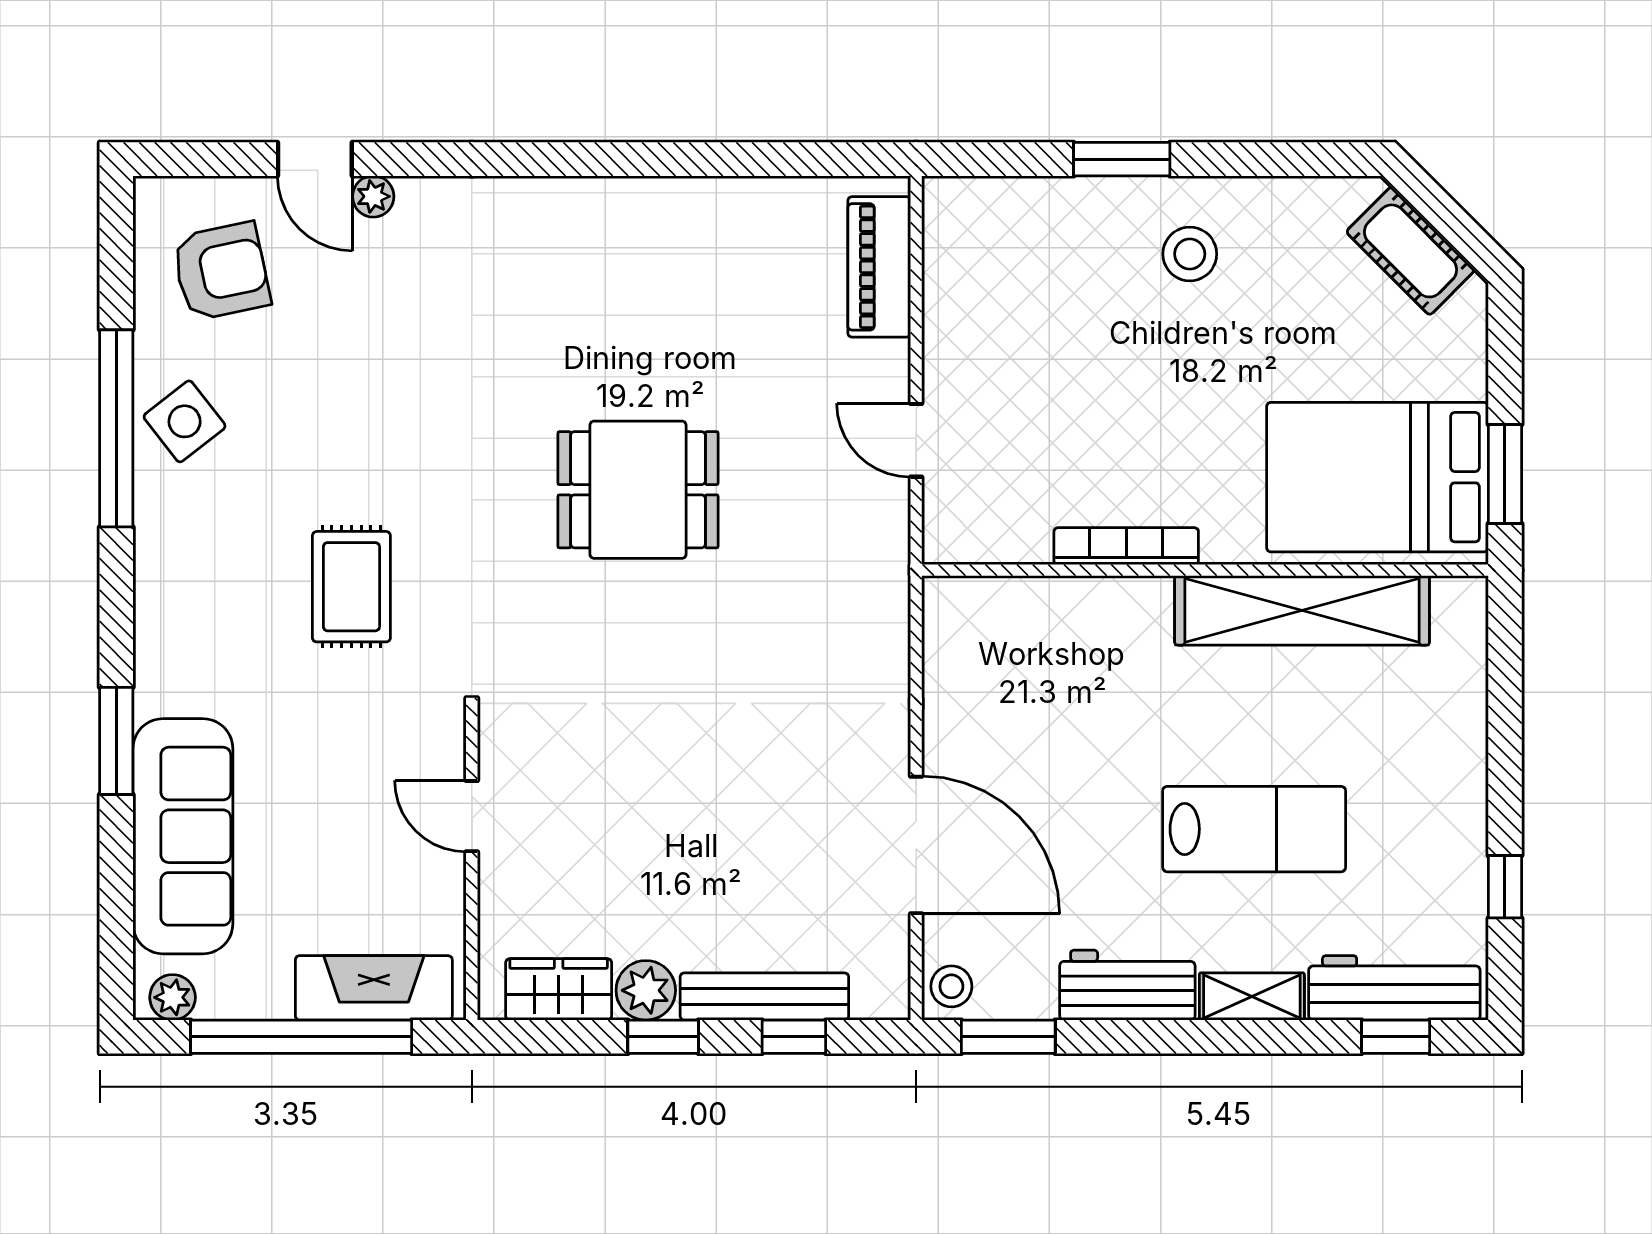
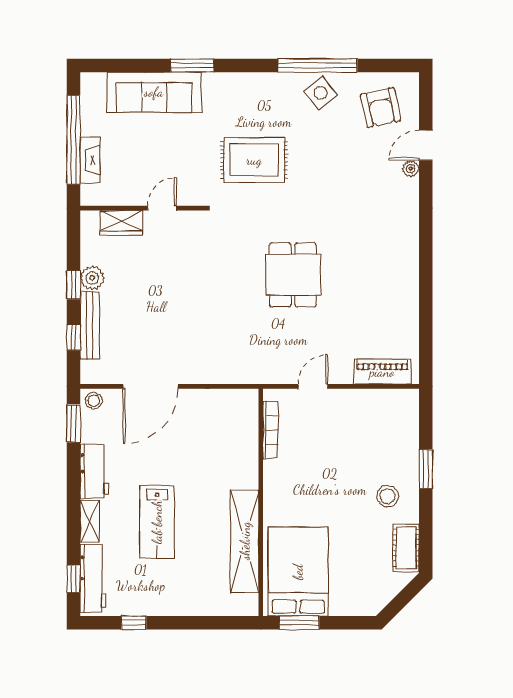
cot: (1411, 251) -> (406, 548), moved, turned -45
bookcase: (1126, 546) -> (270, 430), moved
rug: (351, 587) -> (254, 160), width x1.36, depth x1.43
fireplace: (374, 988) -> (90, 160), width x0.73, depth x0.76
wardrobe: (559, 989) -> (121, 223), moved, turned 90
plant: (173, 997) -> (89, 88), removed

